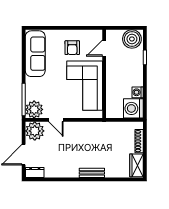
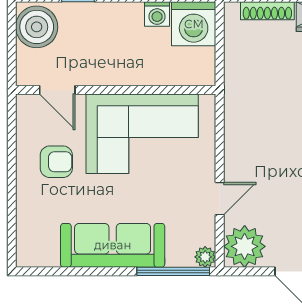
sofa: (35, 54) -> (113, 245), moved
plant: (34, 109) -> (205, 257), width x0.53, depth x0.53

